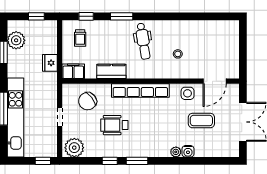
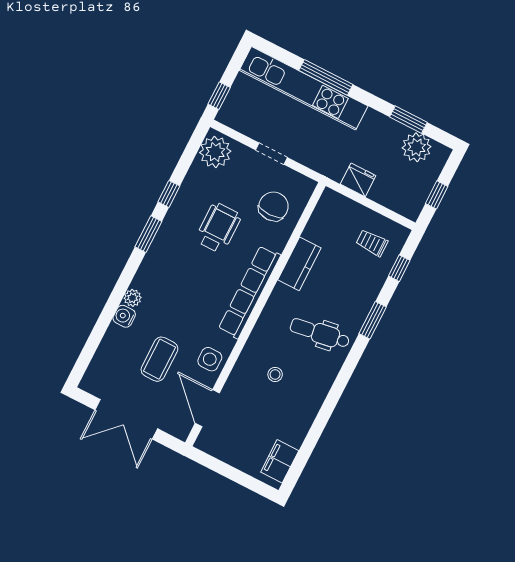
filing cabinet: (73, 71) -> (280, 461), moved, turned 180
chair: (88, 101) -> (273, 206), turned 38

